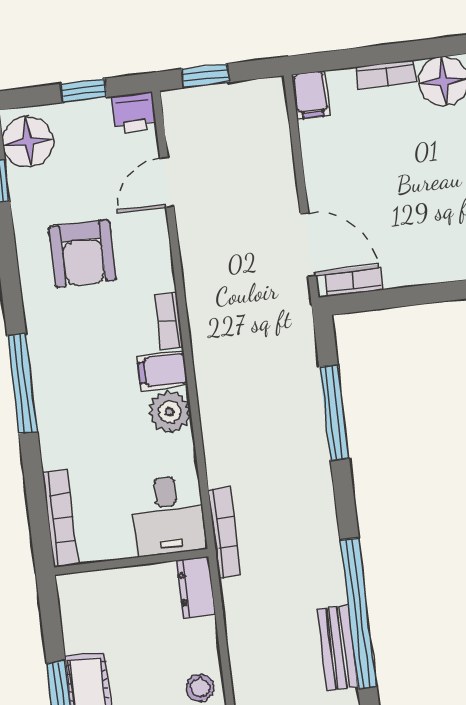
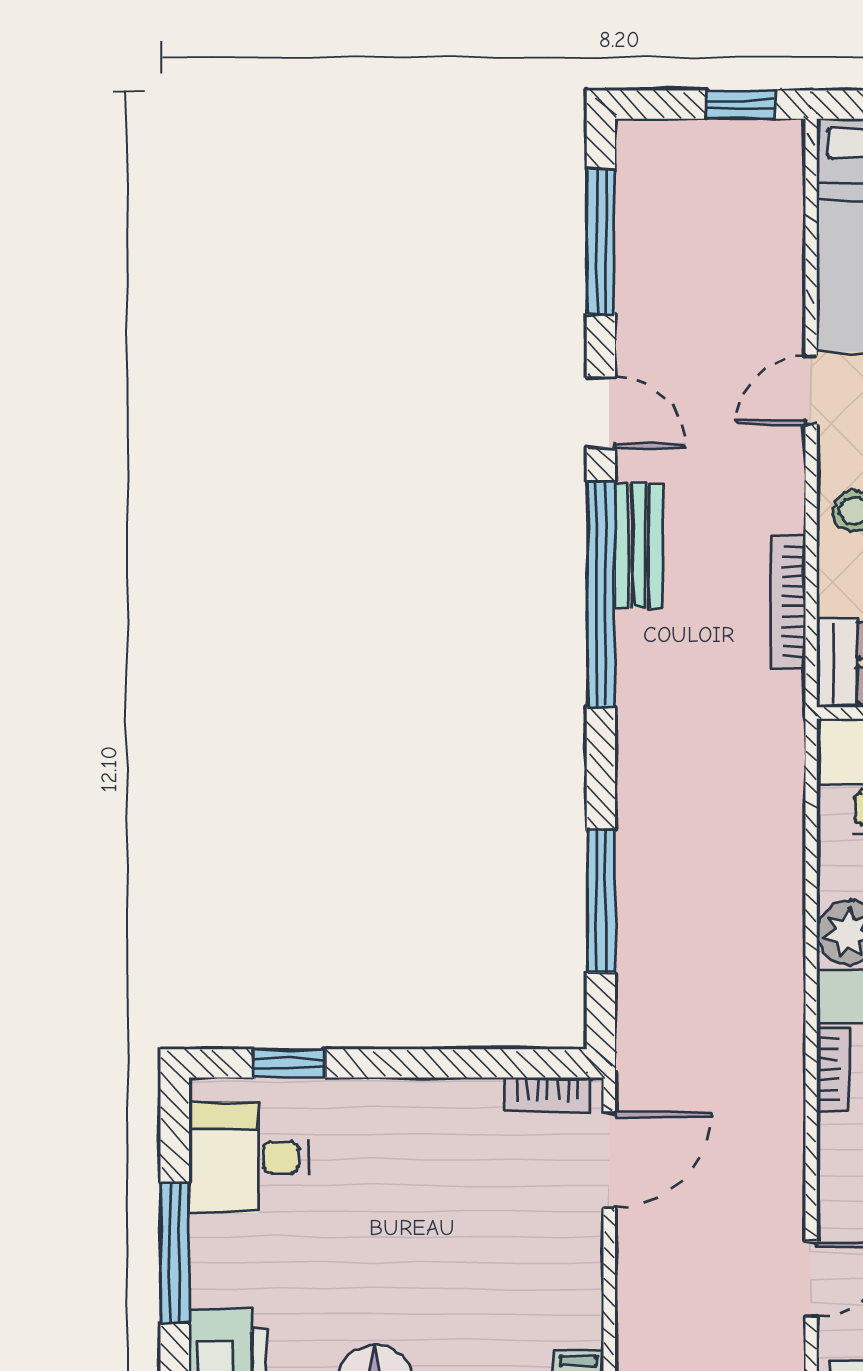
door: (308, 244) -> (609, 1160), swing flipped
bookcase: (224, 532) -> (788, 602), moved

